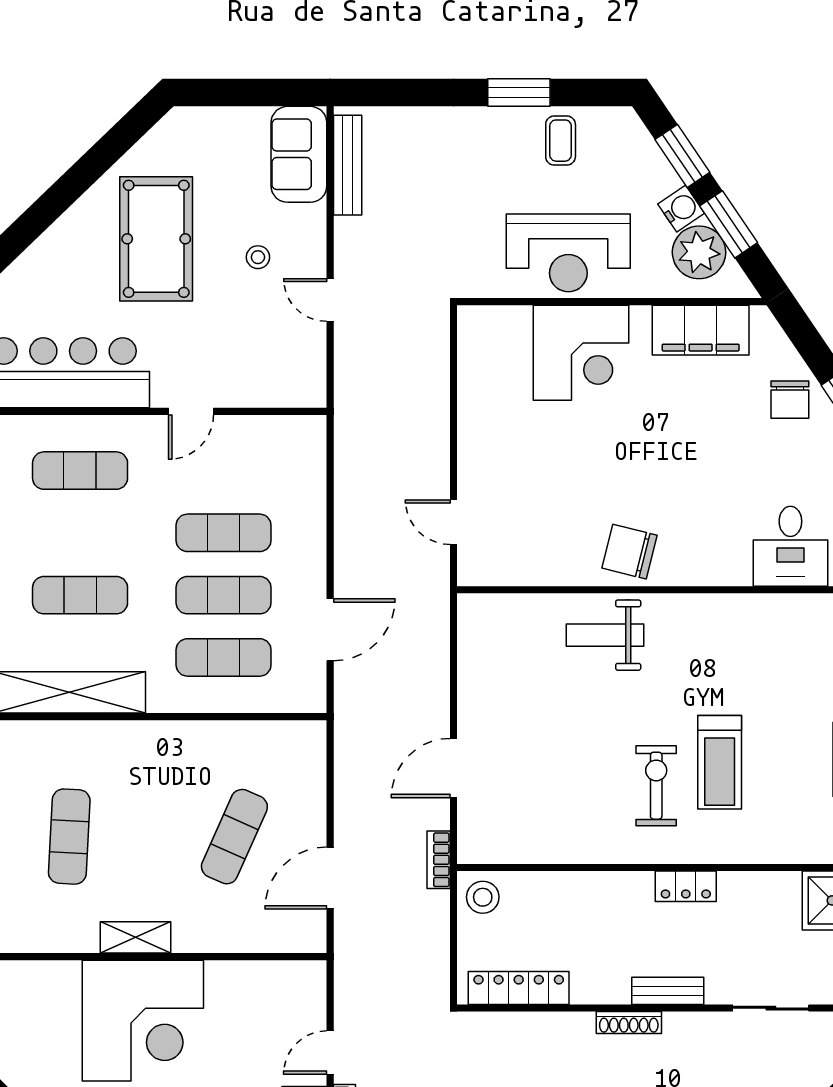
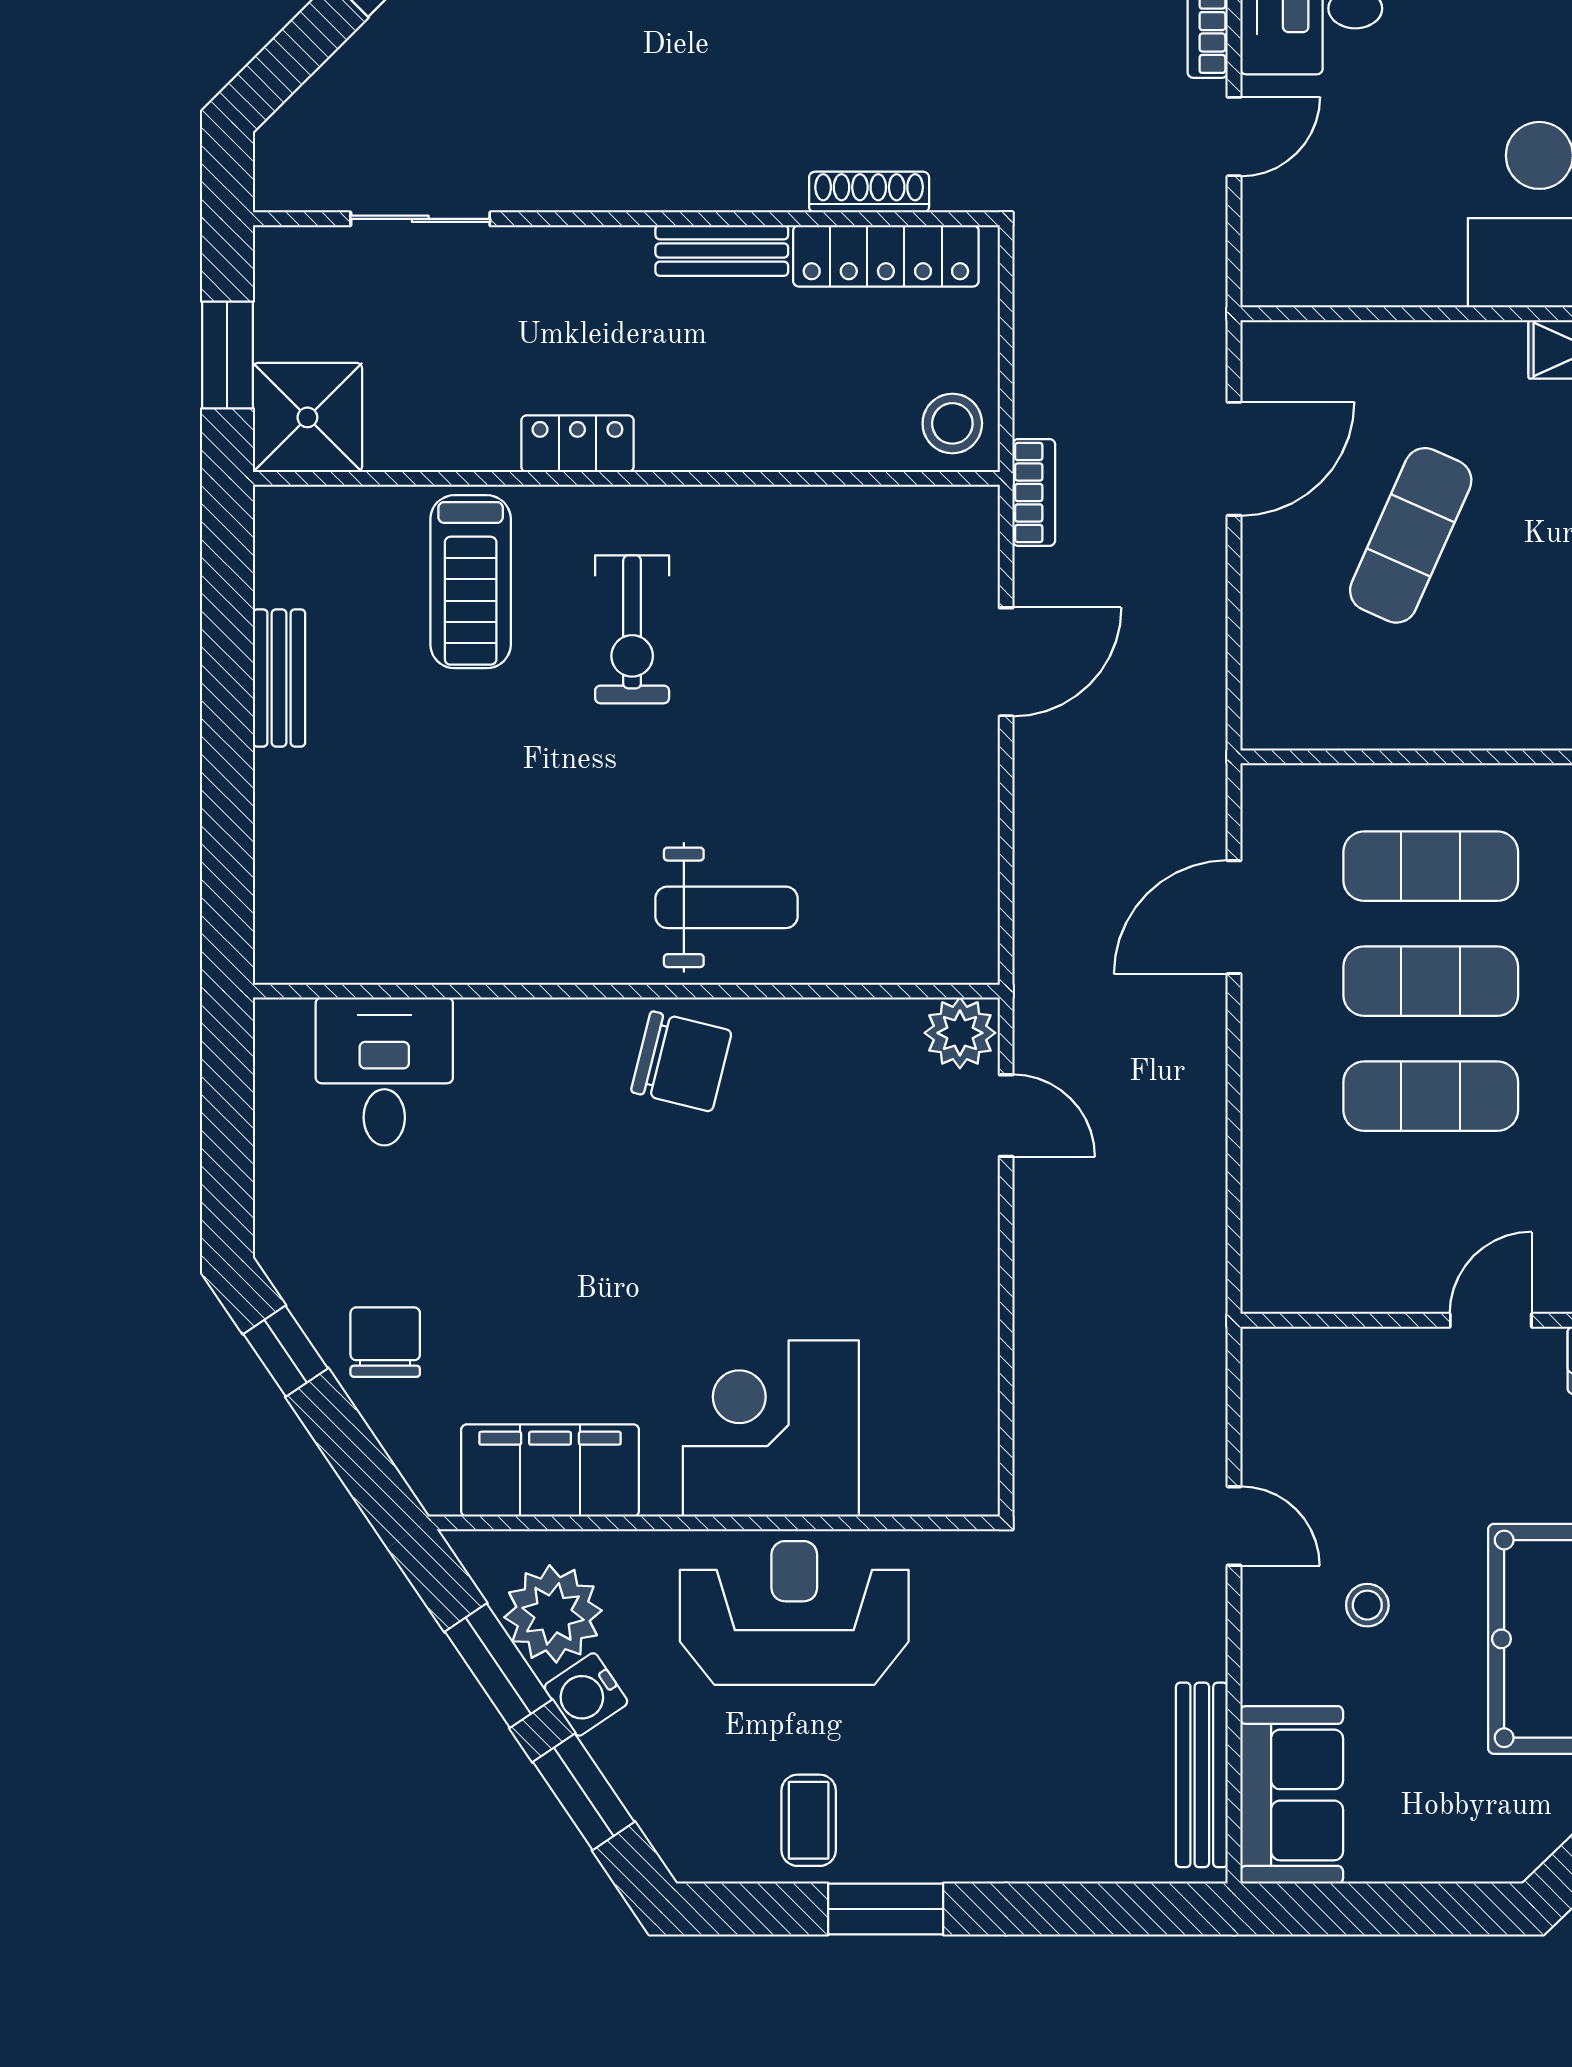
plant: (479, 567) -> (960, 1033), added
treadmill: (720, 762) -> (471, 582), moved, turned 180
bench: (668, 991) -> (722, 250), moved
shoe rack: (629, 1023) -> (869, 192), moved

